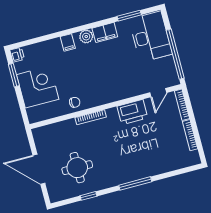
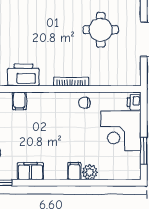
plant: (86, 37) -> (90, 172), moved
printer: (17, 55) -> (134, 102), moved
filing cabinet: (130, 89) -> (19, 101), added

